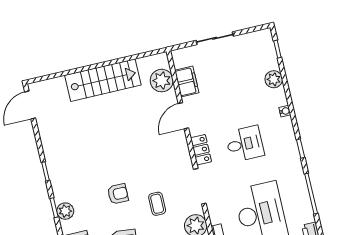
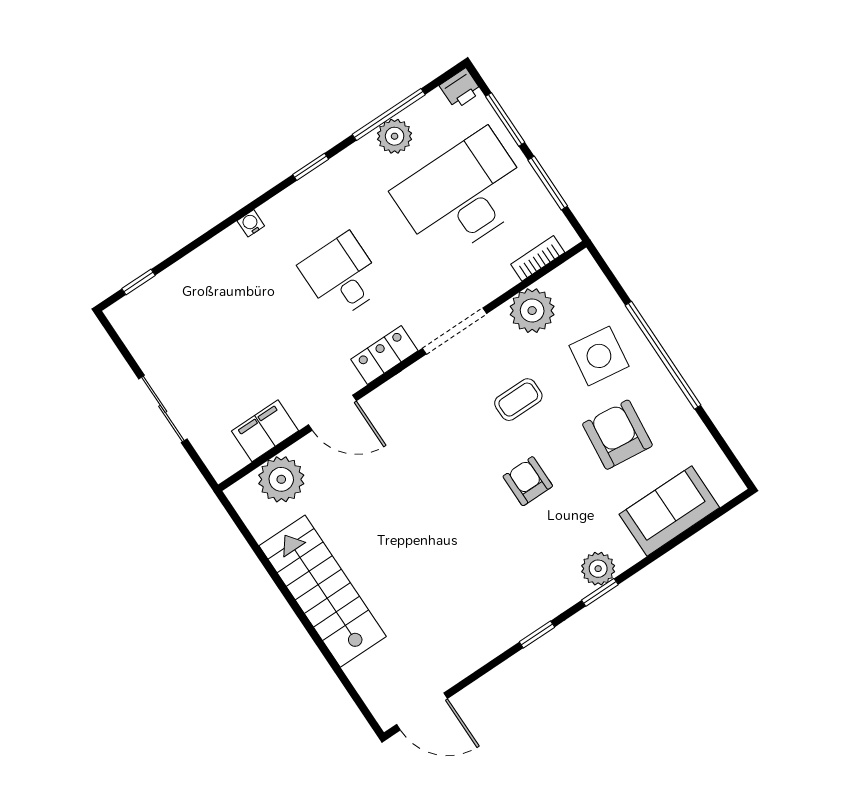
plant: (274, 79) -> (395, 136), moved

